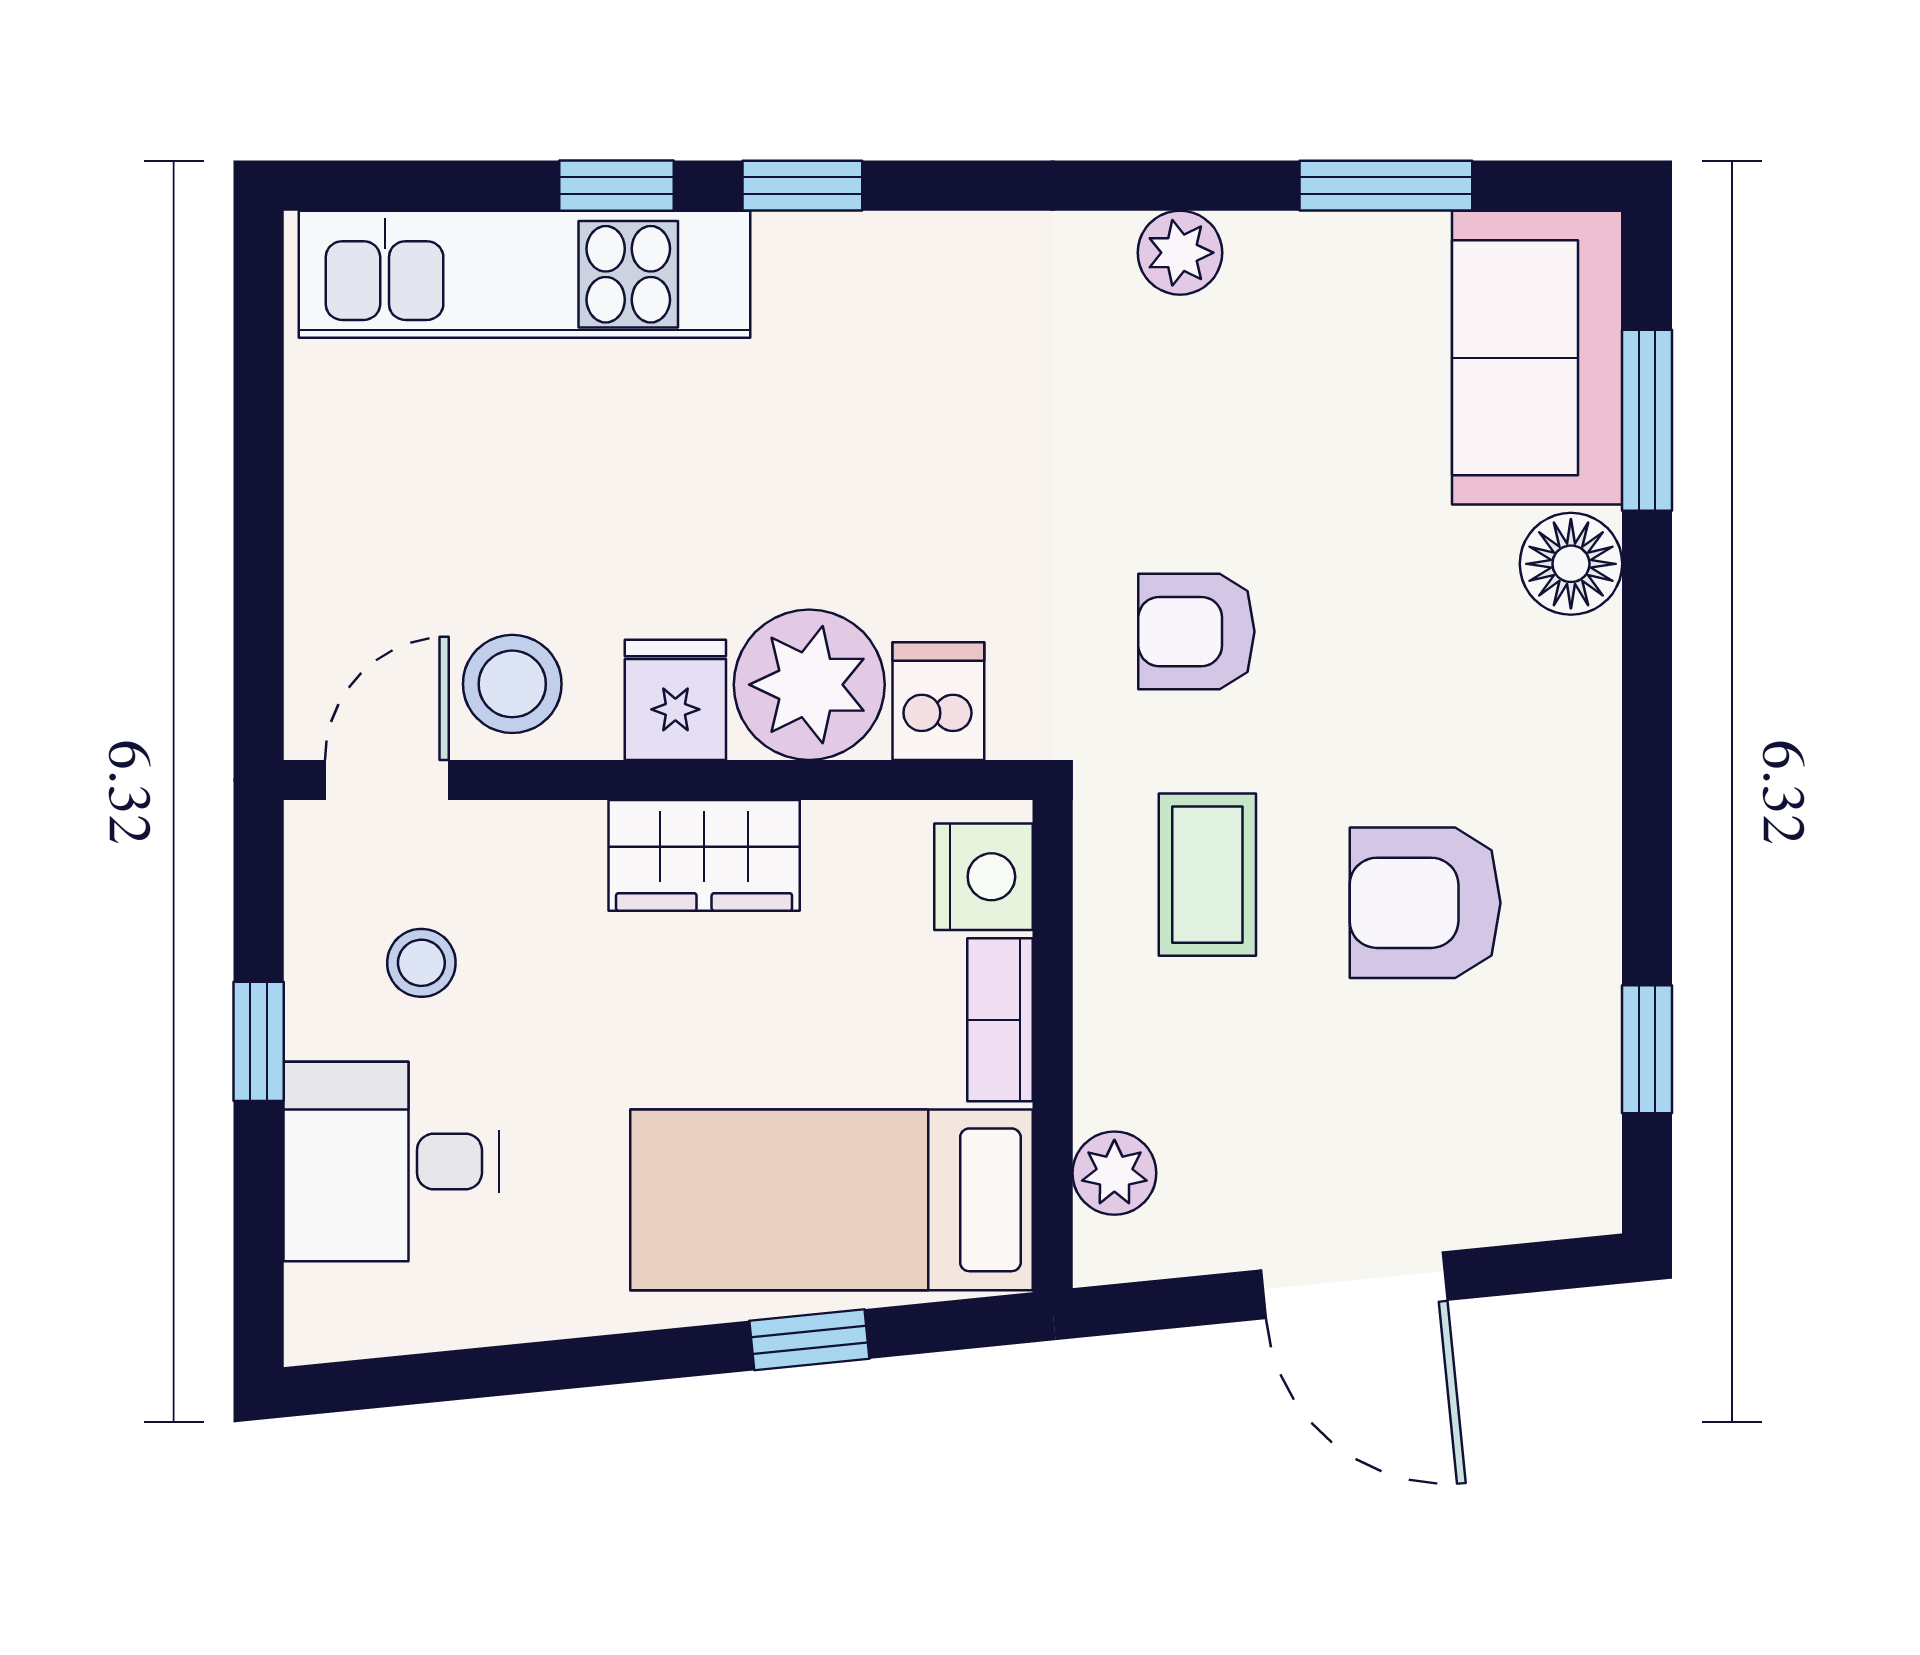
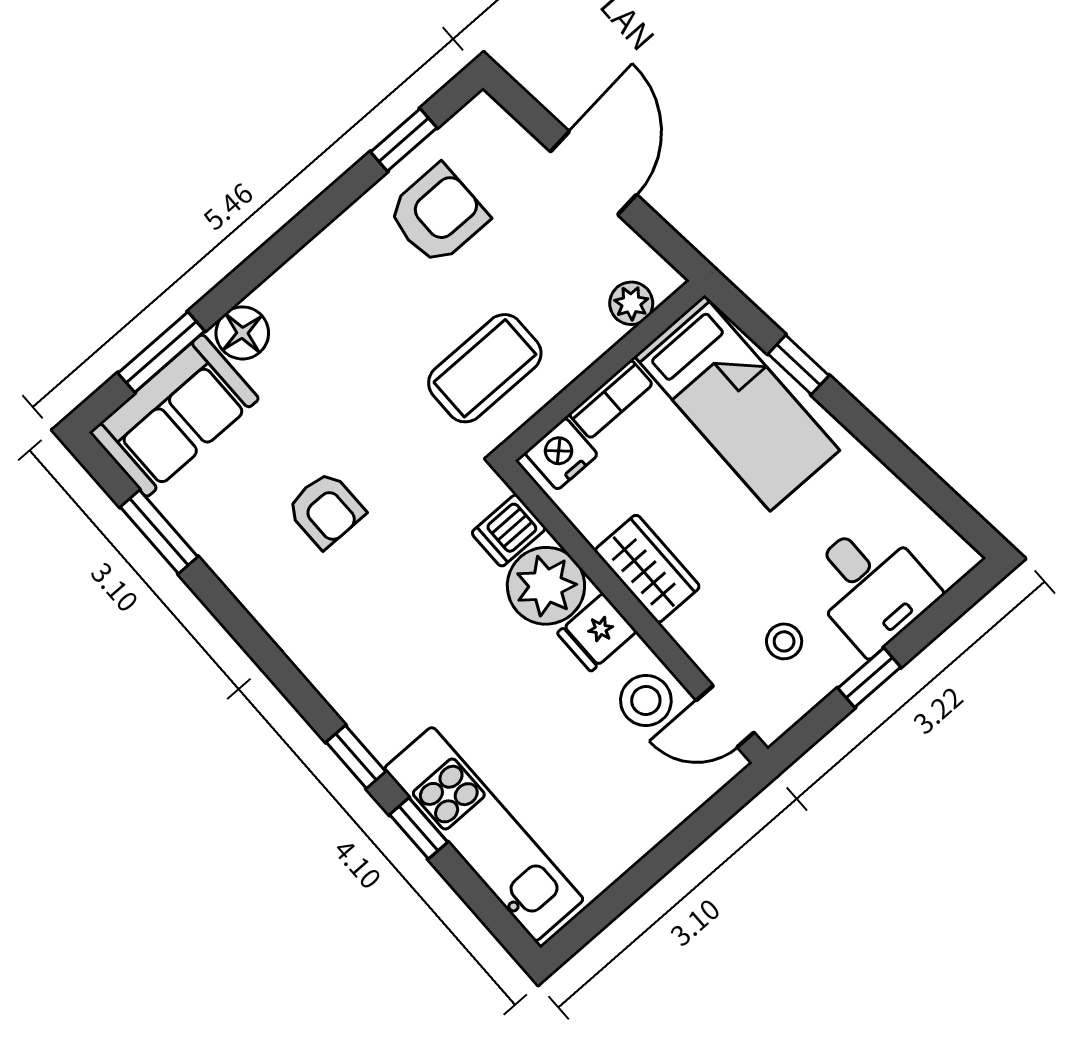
plant: (1180, 253) -> (254, 589), removed
armchair: (1196, 632) -> (326, 510), moved
coffee table: (1207, 875) -> (485, 368), width x1.36, depth x1.30
armchair: (1425, 903) -> (438, 215), moved, turned -90

